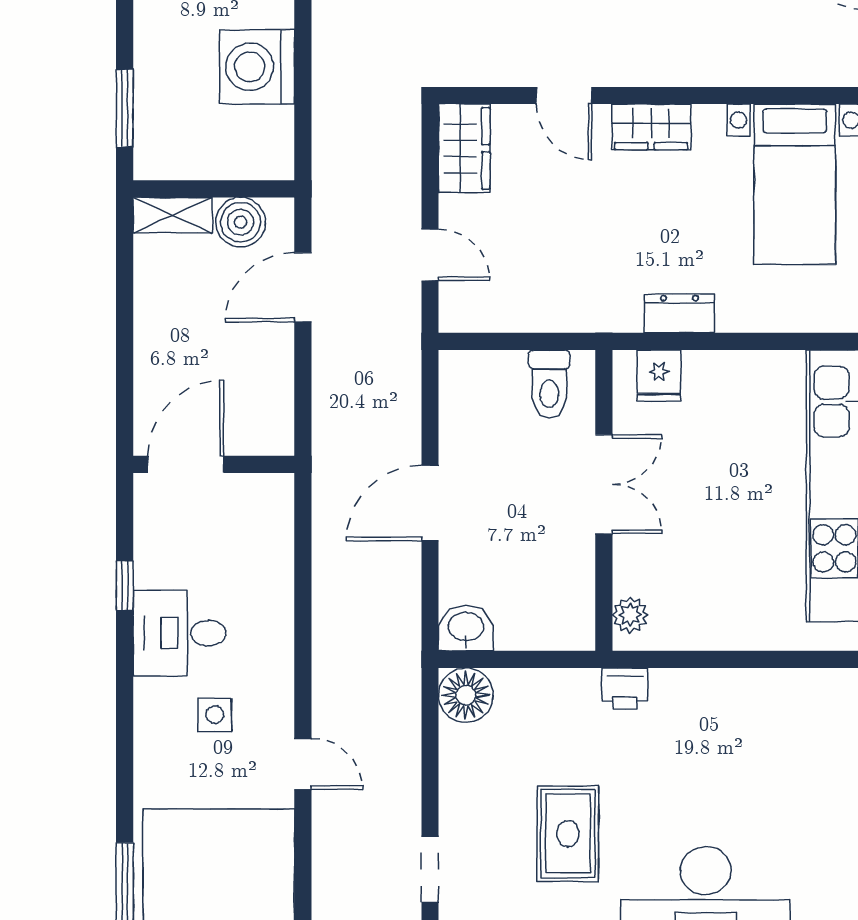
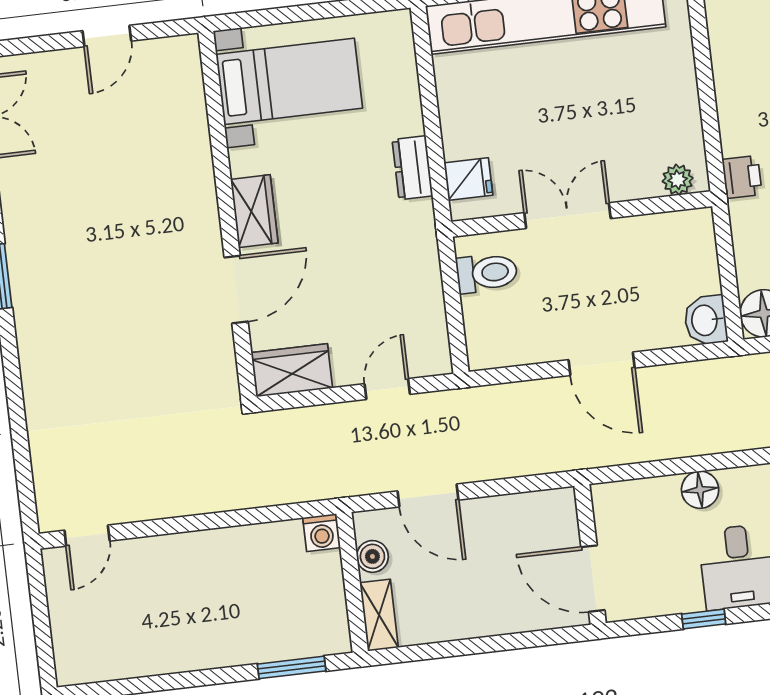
washing machine: (257, 67) -> (322, 533), moved, width x0.53, depth x0.53
door: (564, 95) -> (236, 290), width x1.38
boiler: (241, 222) -> (372, 556), width x0.73, depth x0.73
floor lamp: (273, 599) -> (700, 490), added

